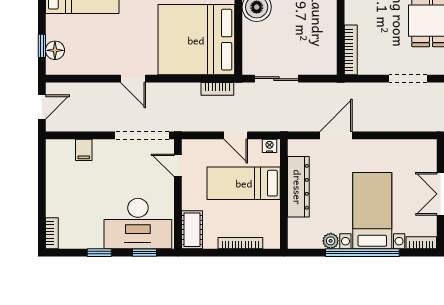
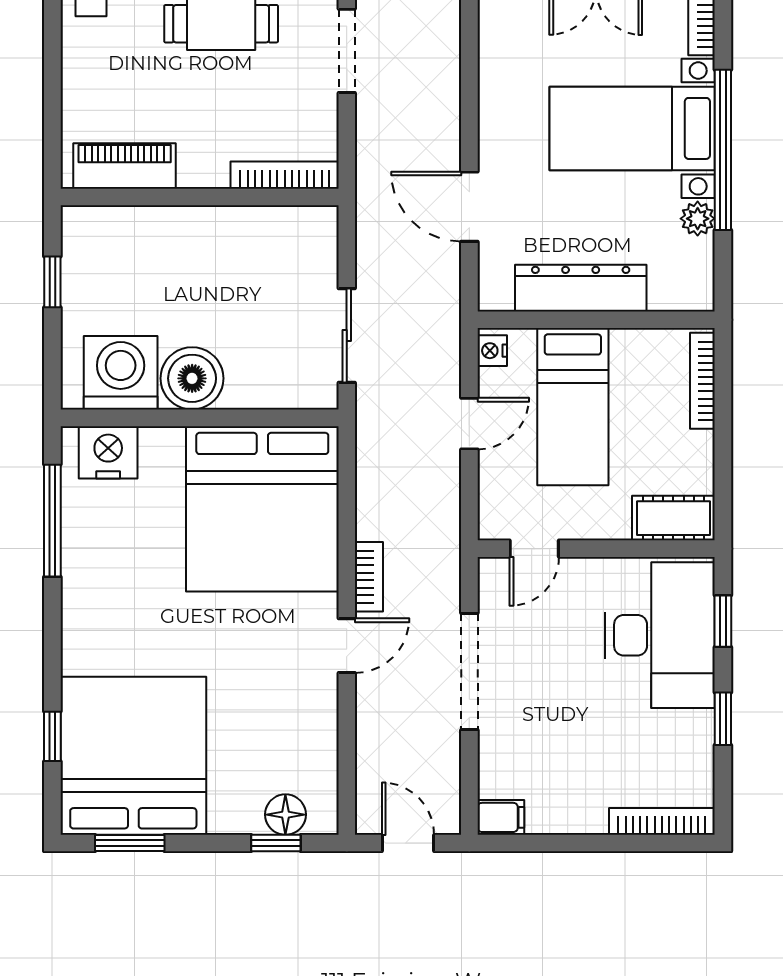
bookcase: (217, 89) -> (369, 577), moved
doorway: (142, 135) -> (469, 671), moved
filing cabinet: (84, 150) -> (501, 817), moved
bookcase: (52, 233) -> (662, 821), width x1.56
bookcase: (240, 243) -> (702, 381), moved

